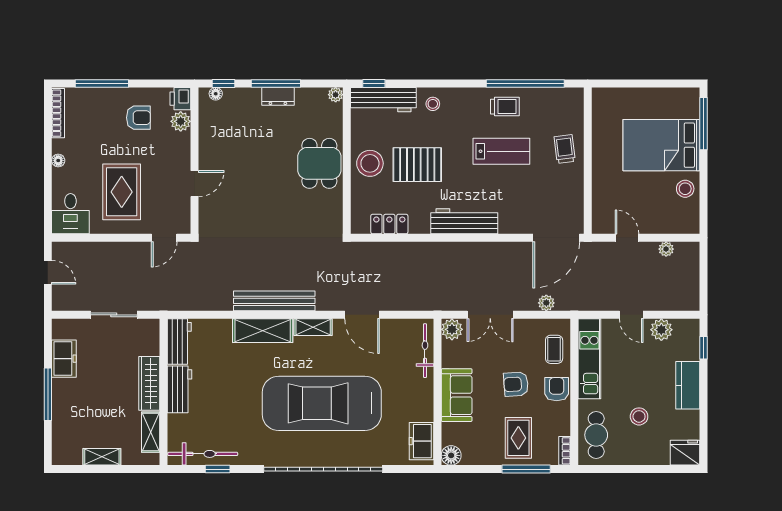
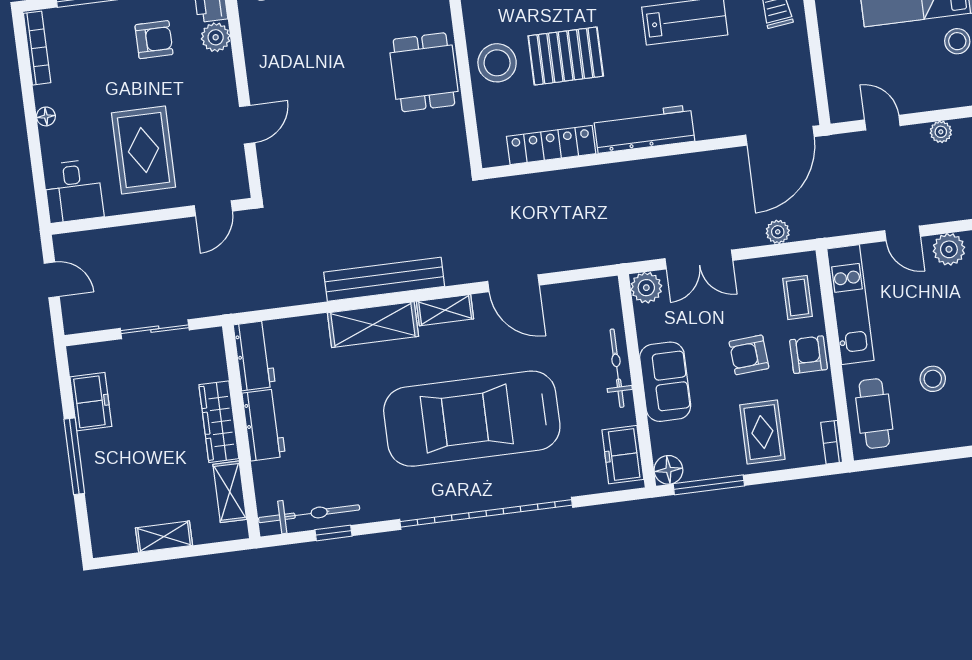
locker: (389, 224) -> (551, 145), width x1.53
bicycle: (425, 351) -> (617, 368), moved
window: (526, 469) -> (709, 485), moved

